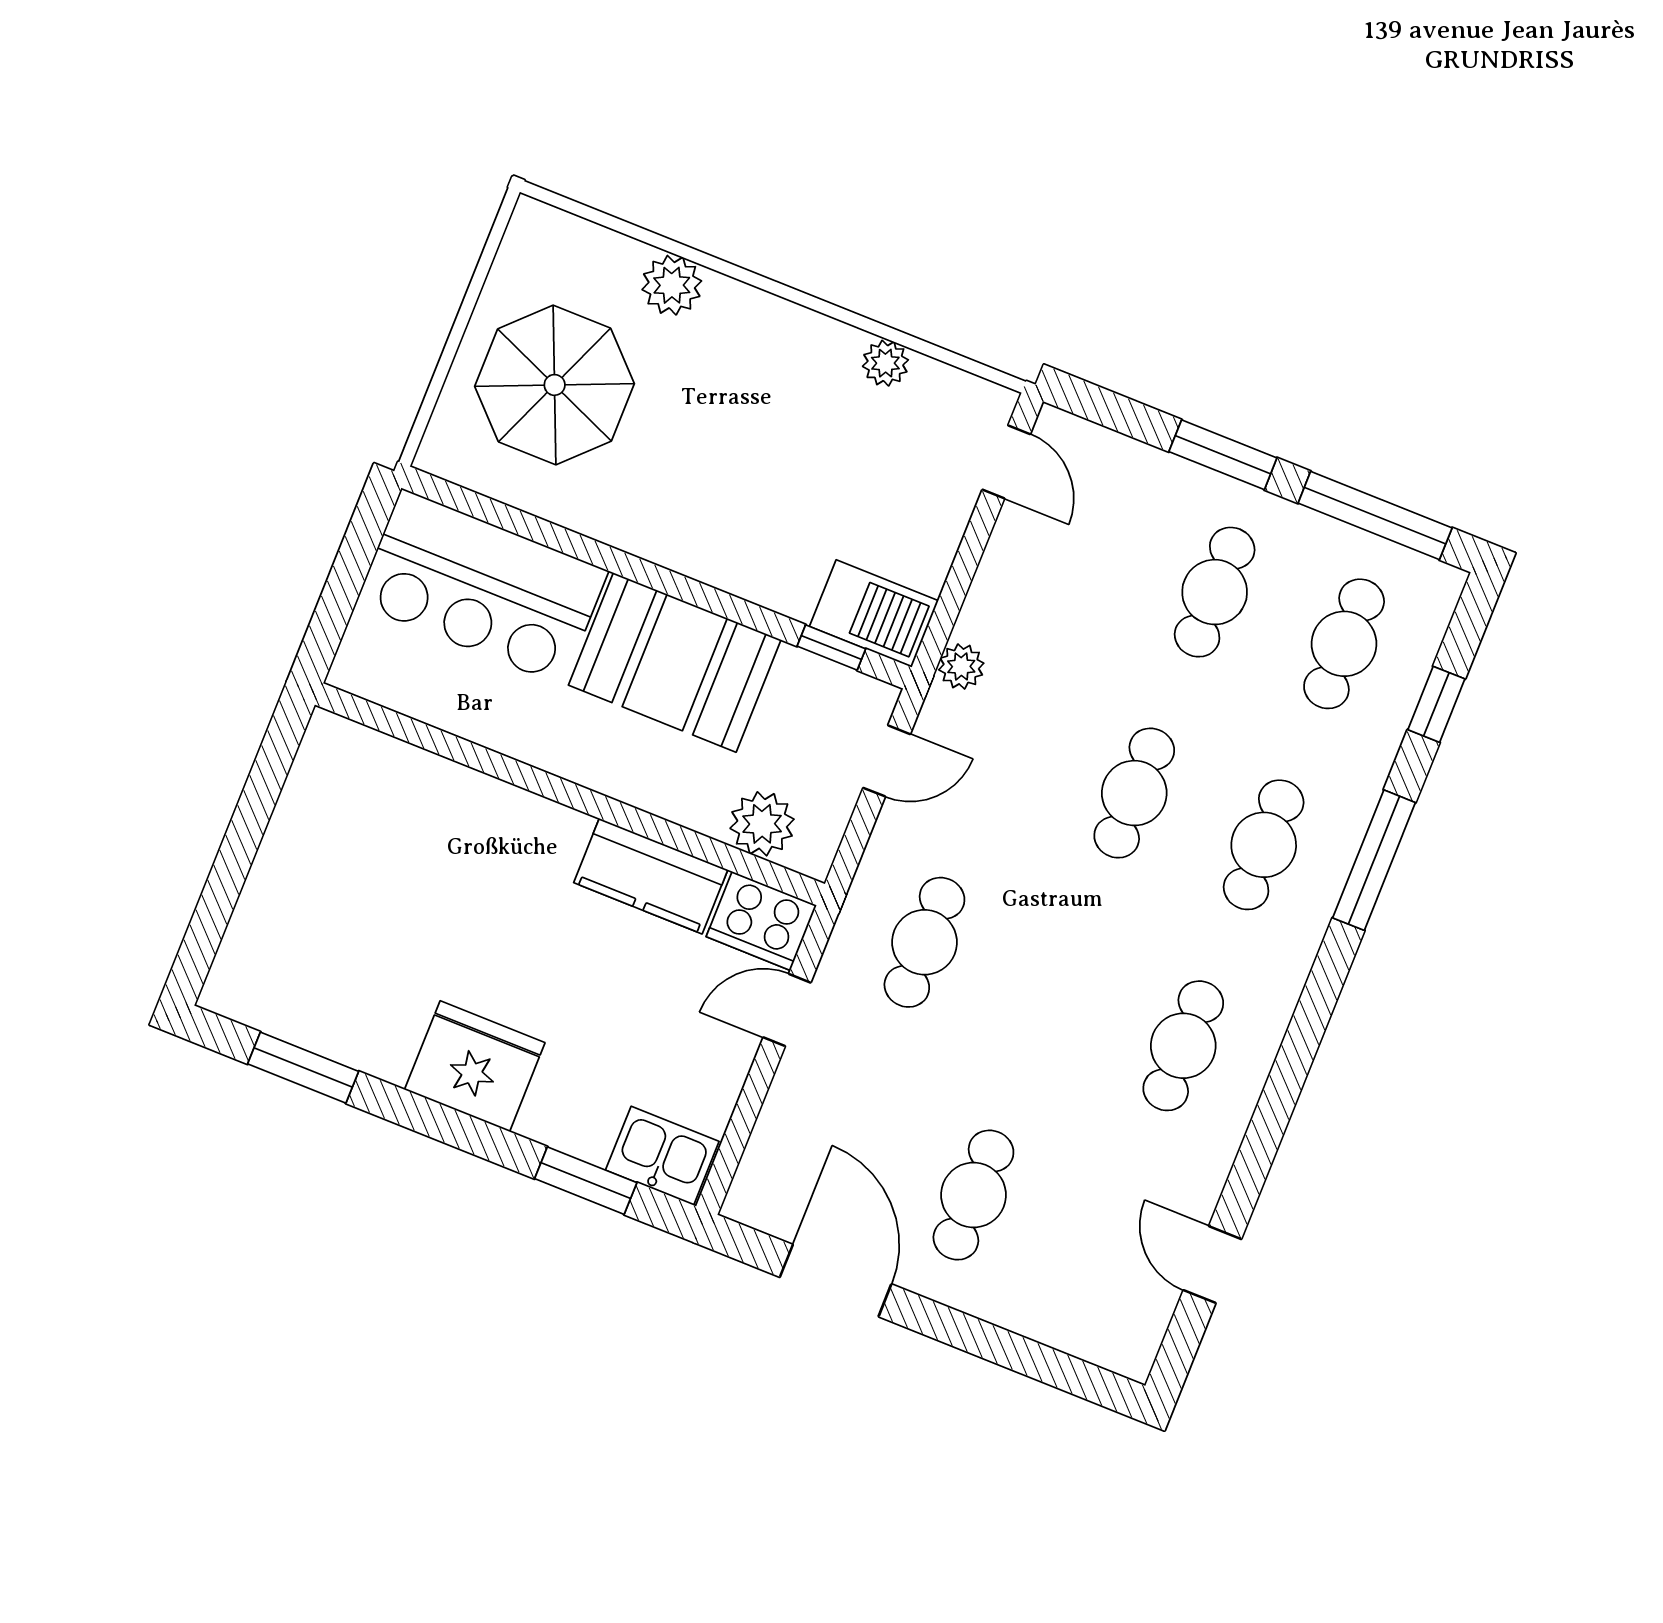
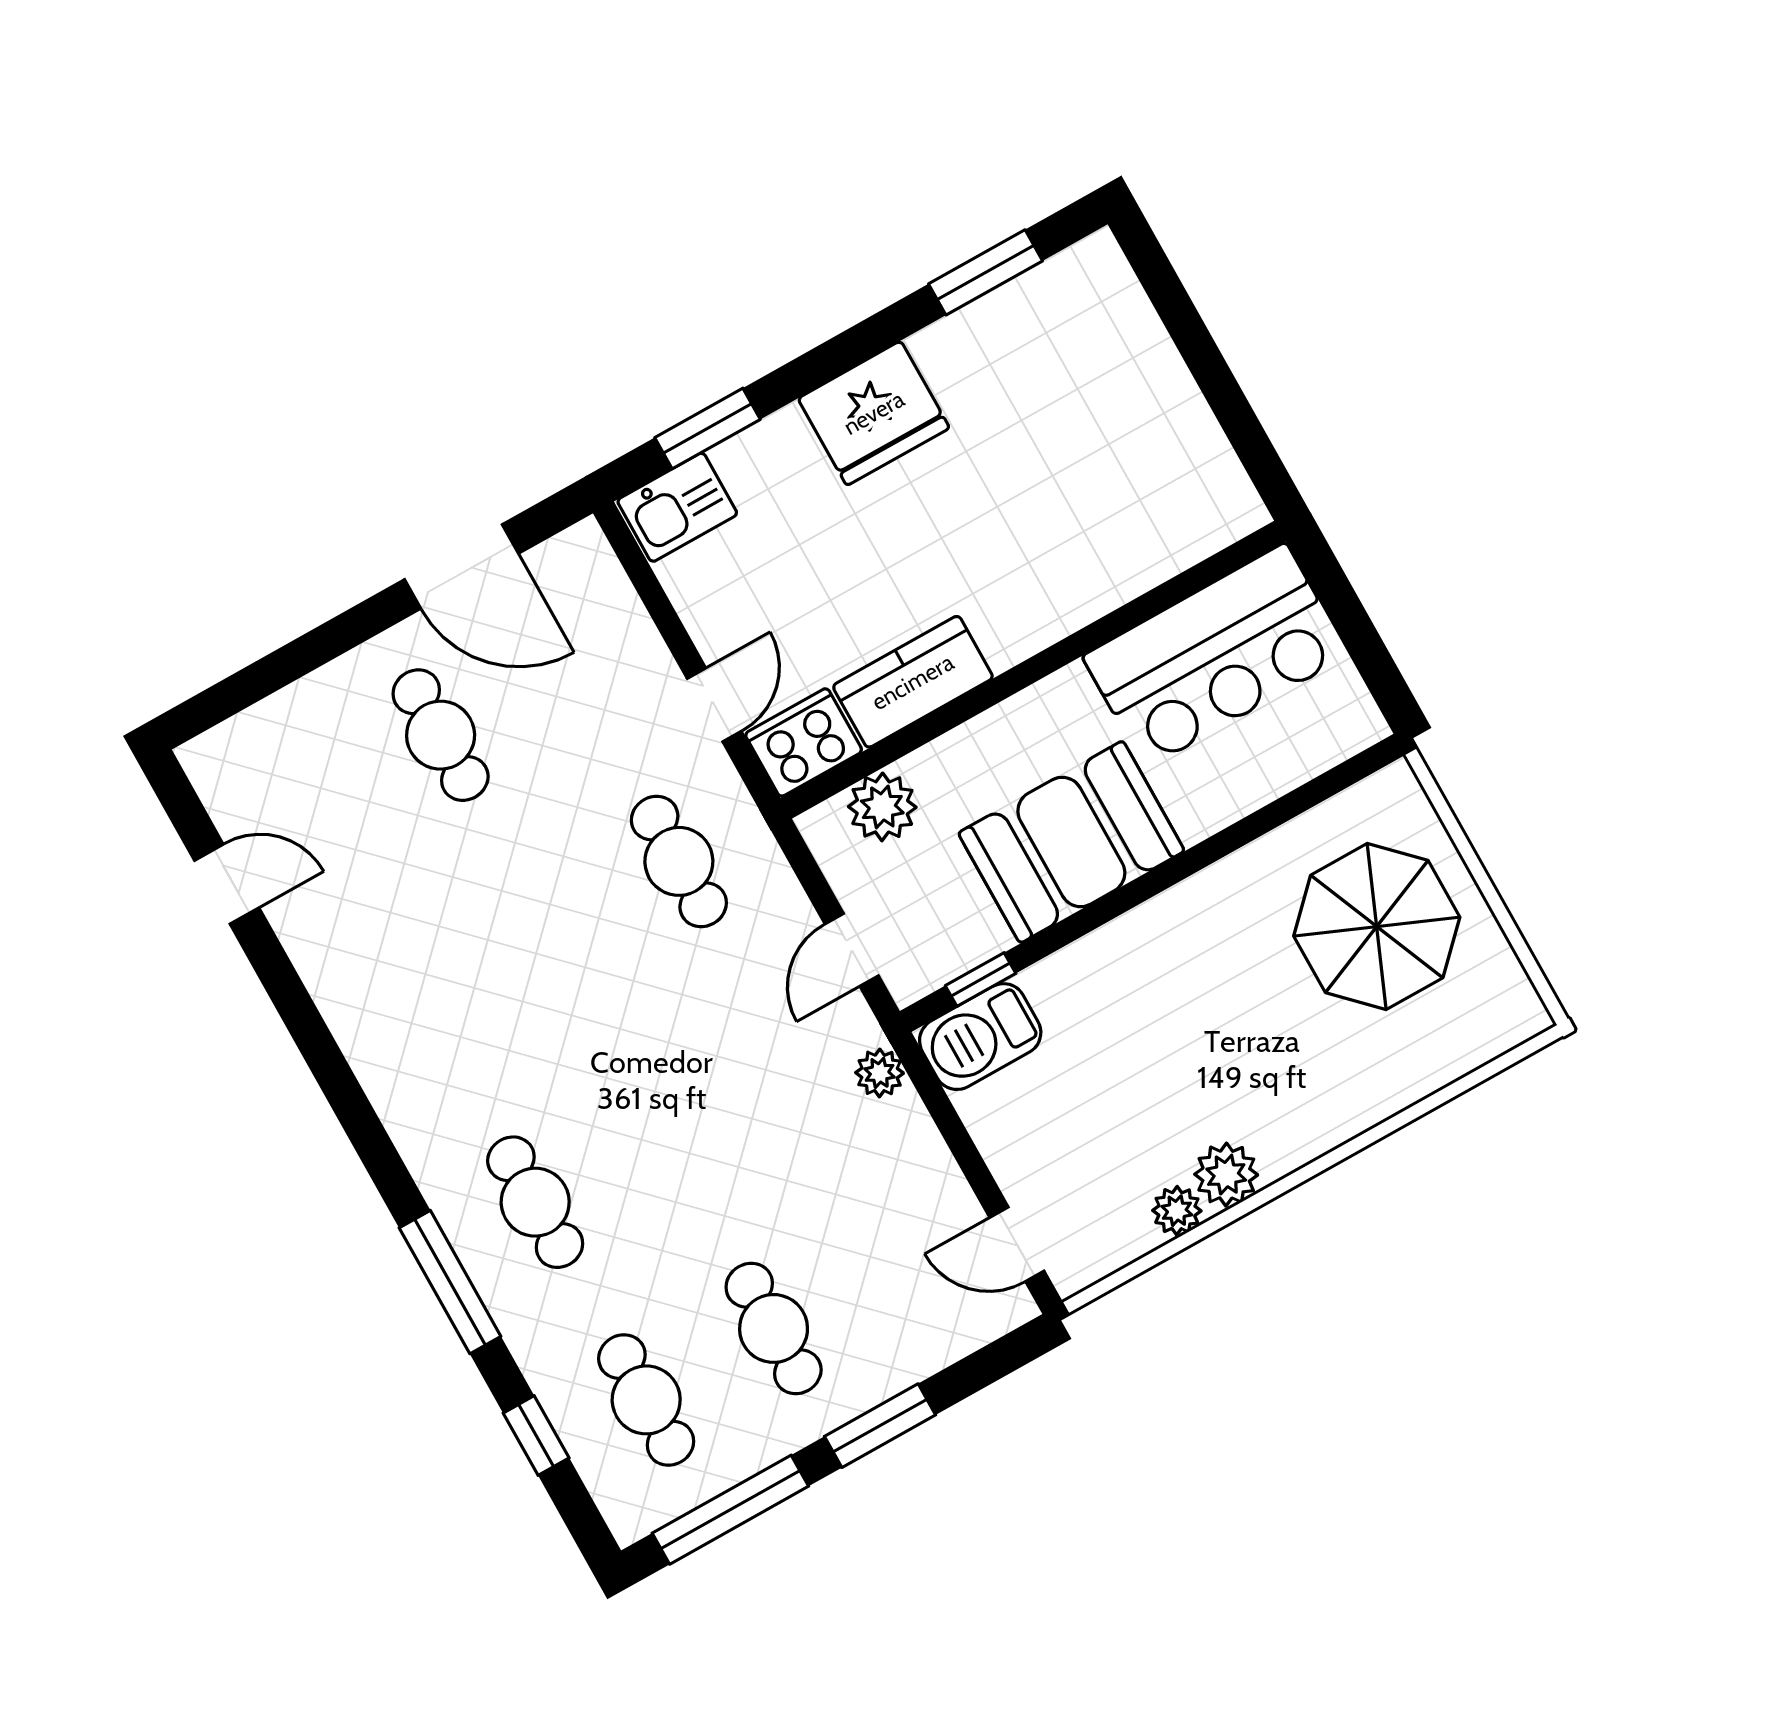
plant: (672, 285) -> (1226, 1175), moved
bar counter: (482, 587) -> (1215, 656), moved, turned 180
cafe table: (1134, 793) -> (663, 1131), removed
cafe table: (1183, 1046) -> (424, 1004), removed

